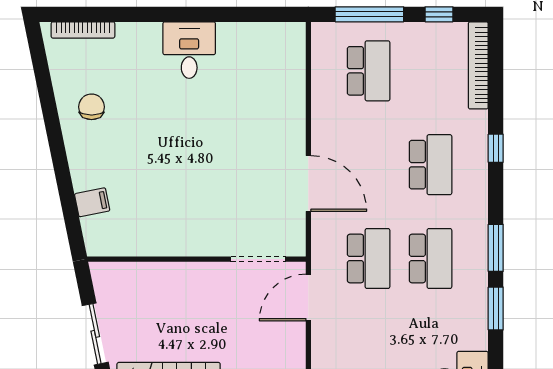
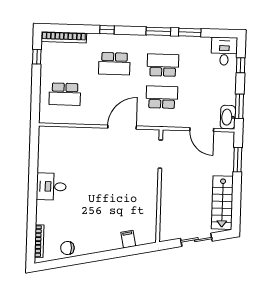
window: (369, 14) -> (36, 93), removed
school desk: (369, 71) -> (65, 94), turned 180
chair: (92, 107) -> (67, 248), moved
school desk: (431, 165) -> (114, 64), turned 180
door: (308, 297) -> (202, 130), moved

